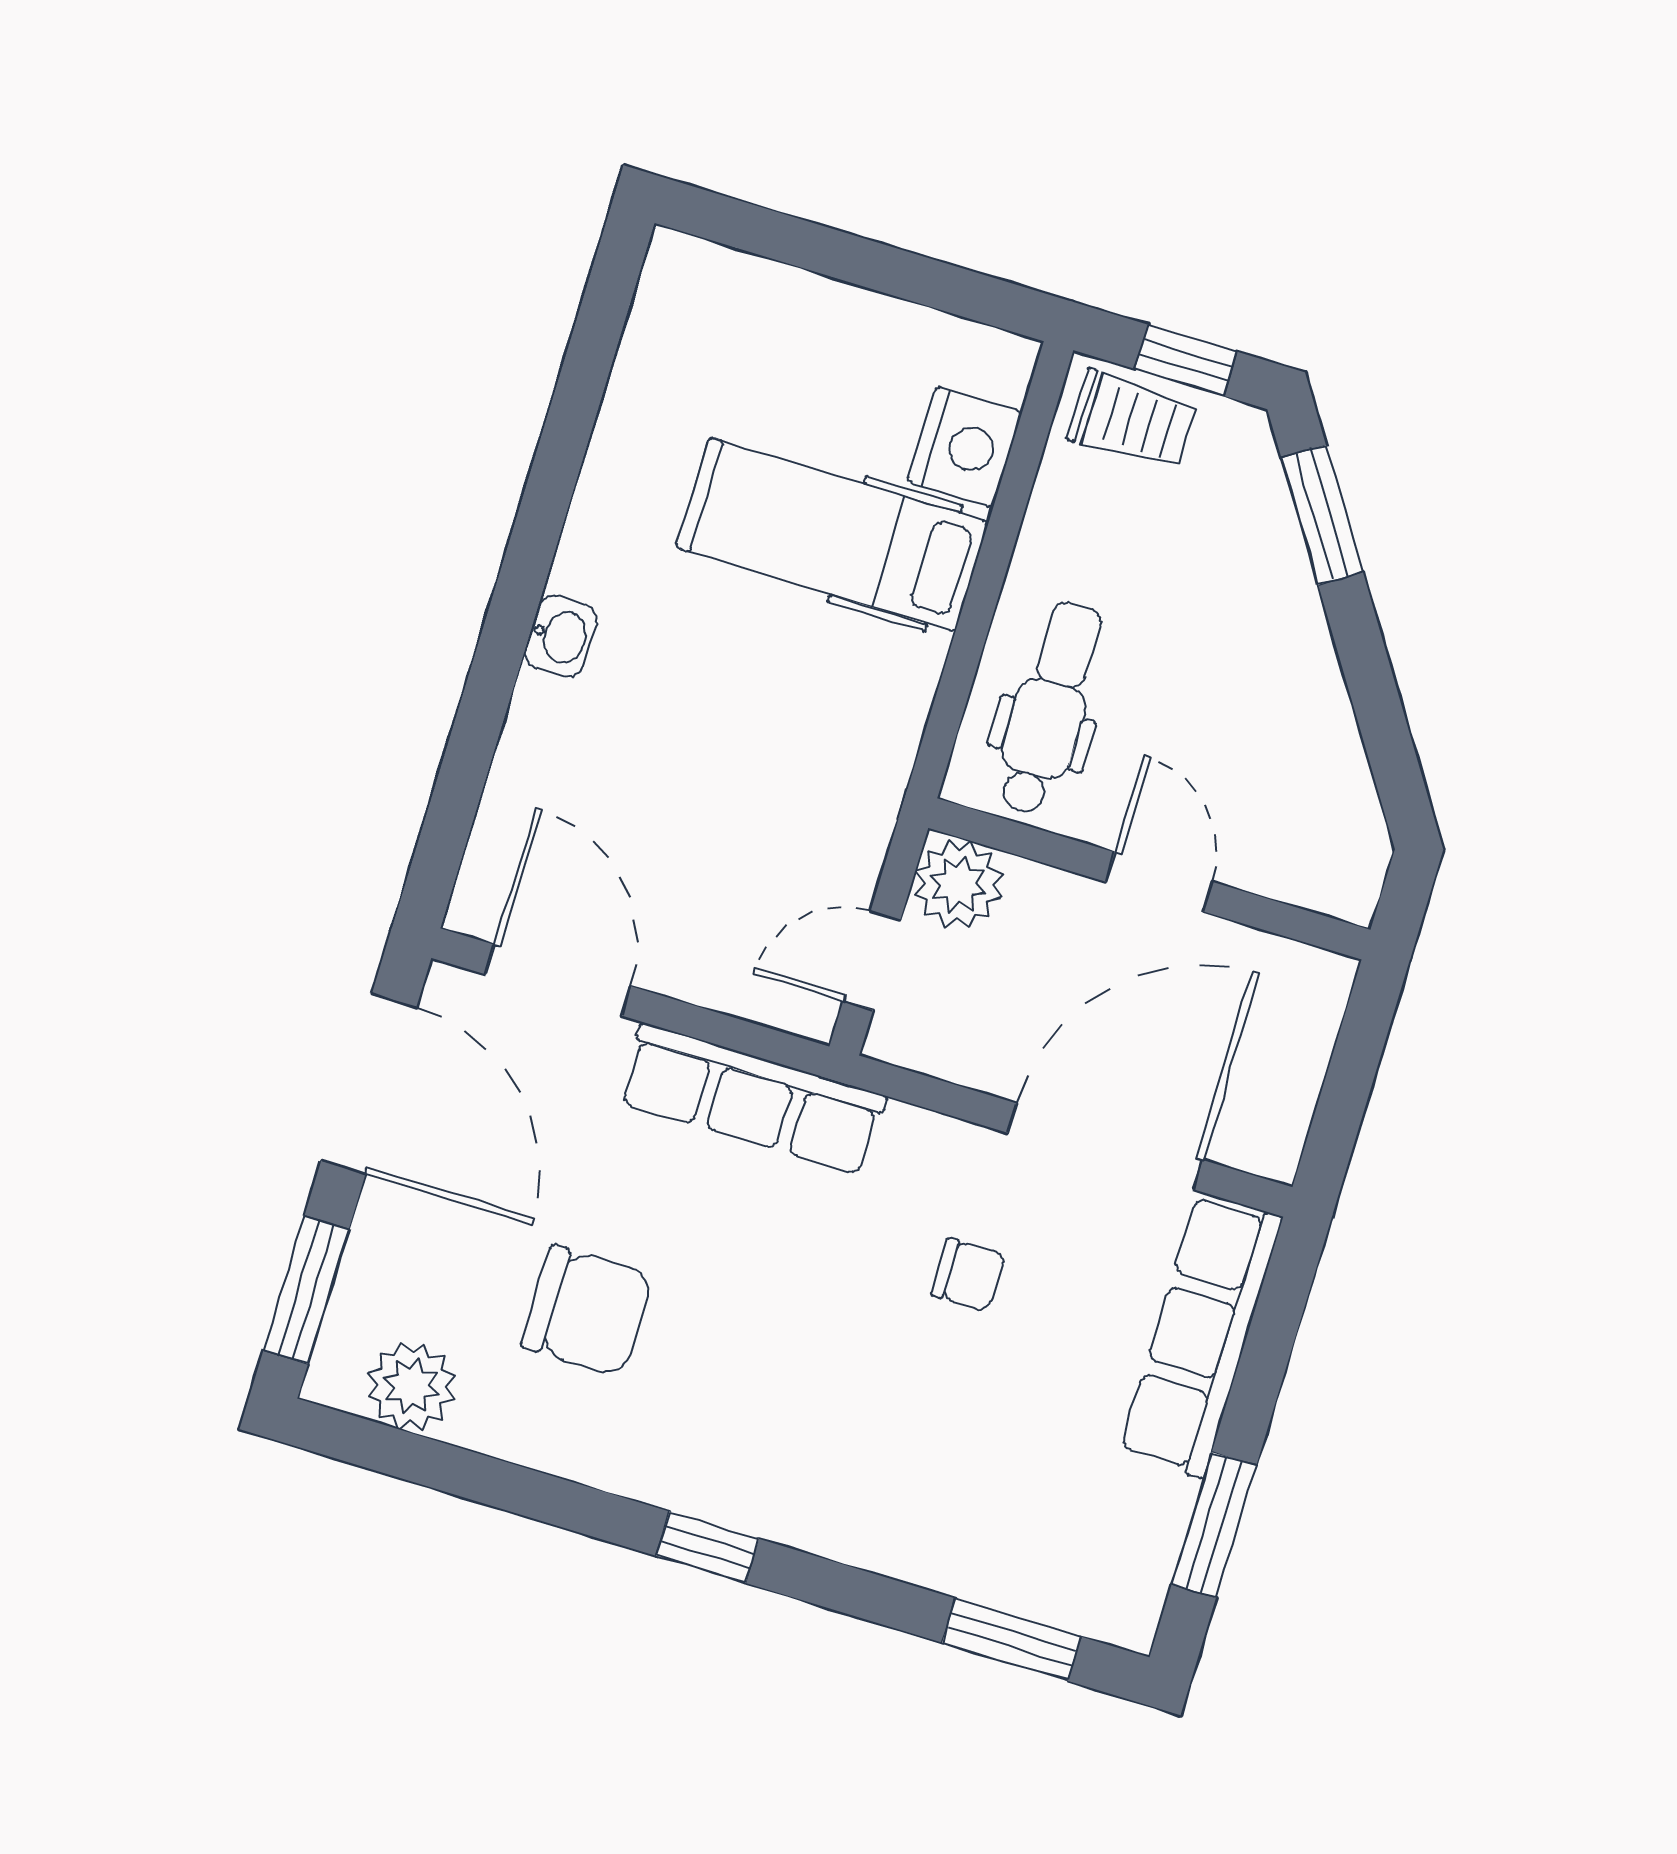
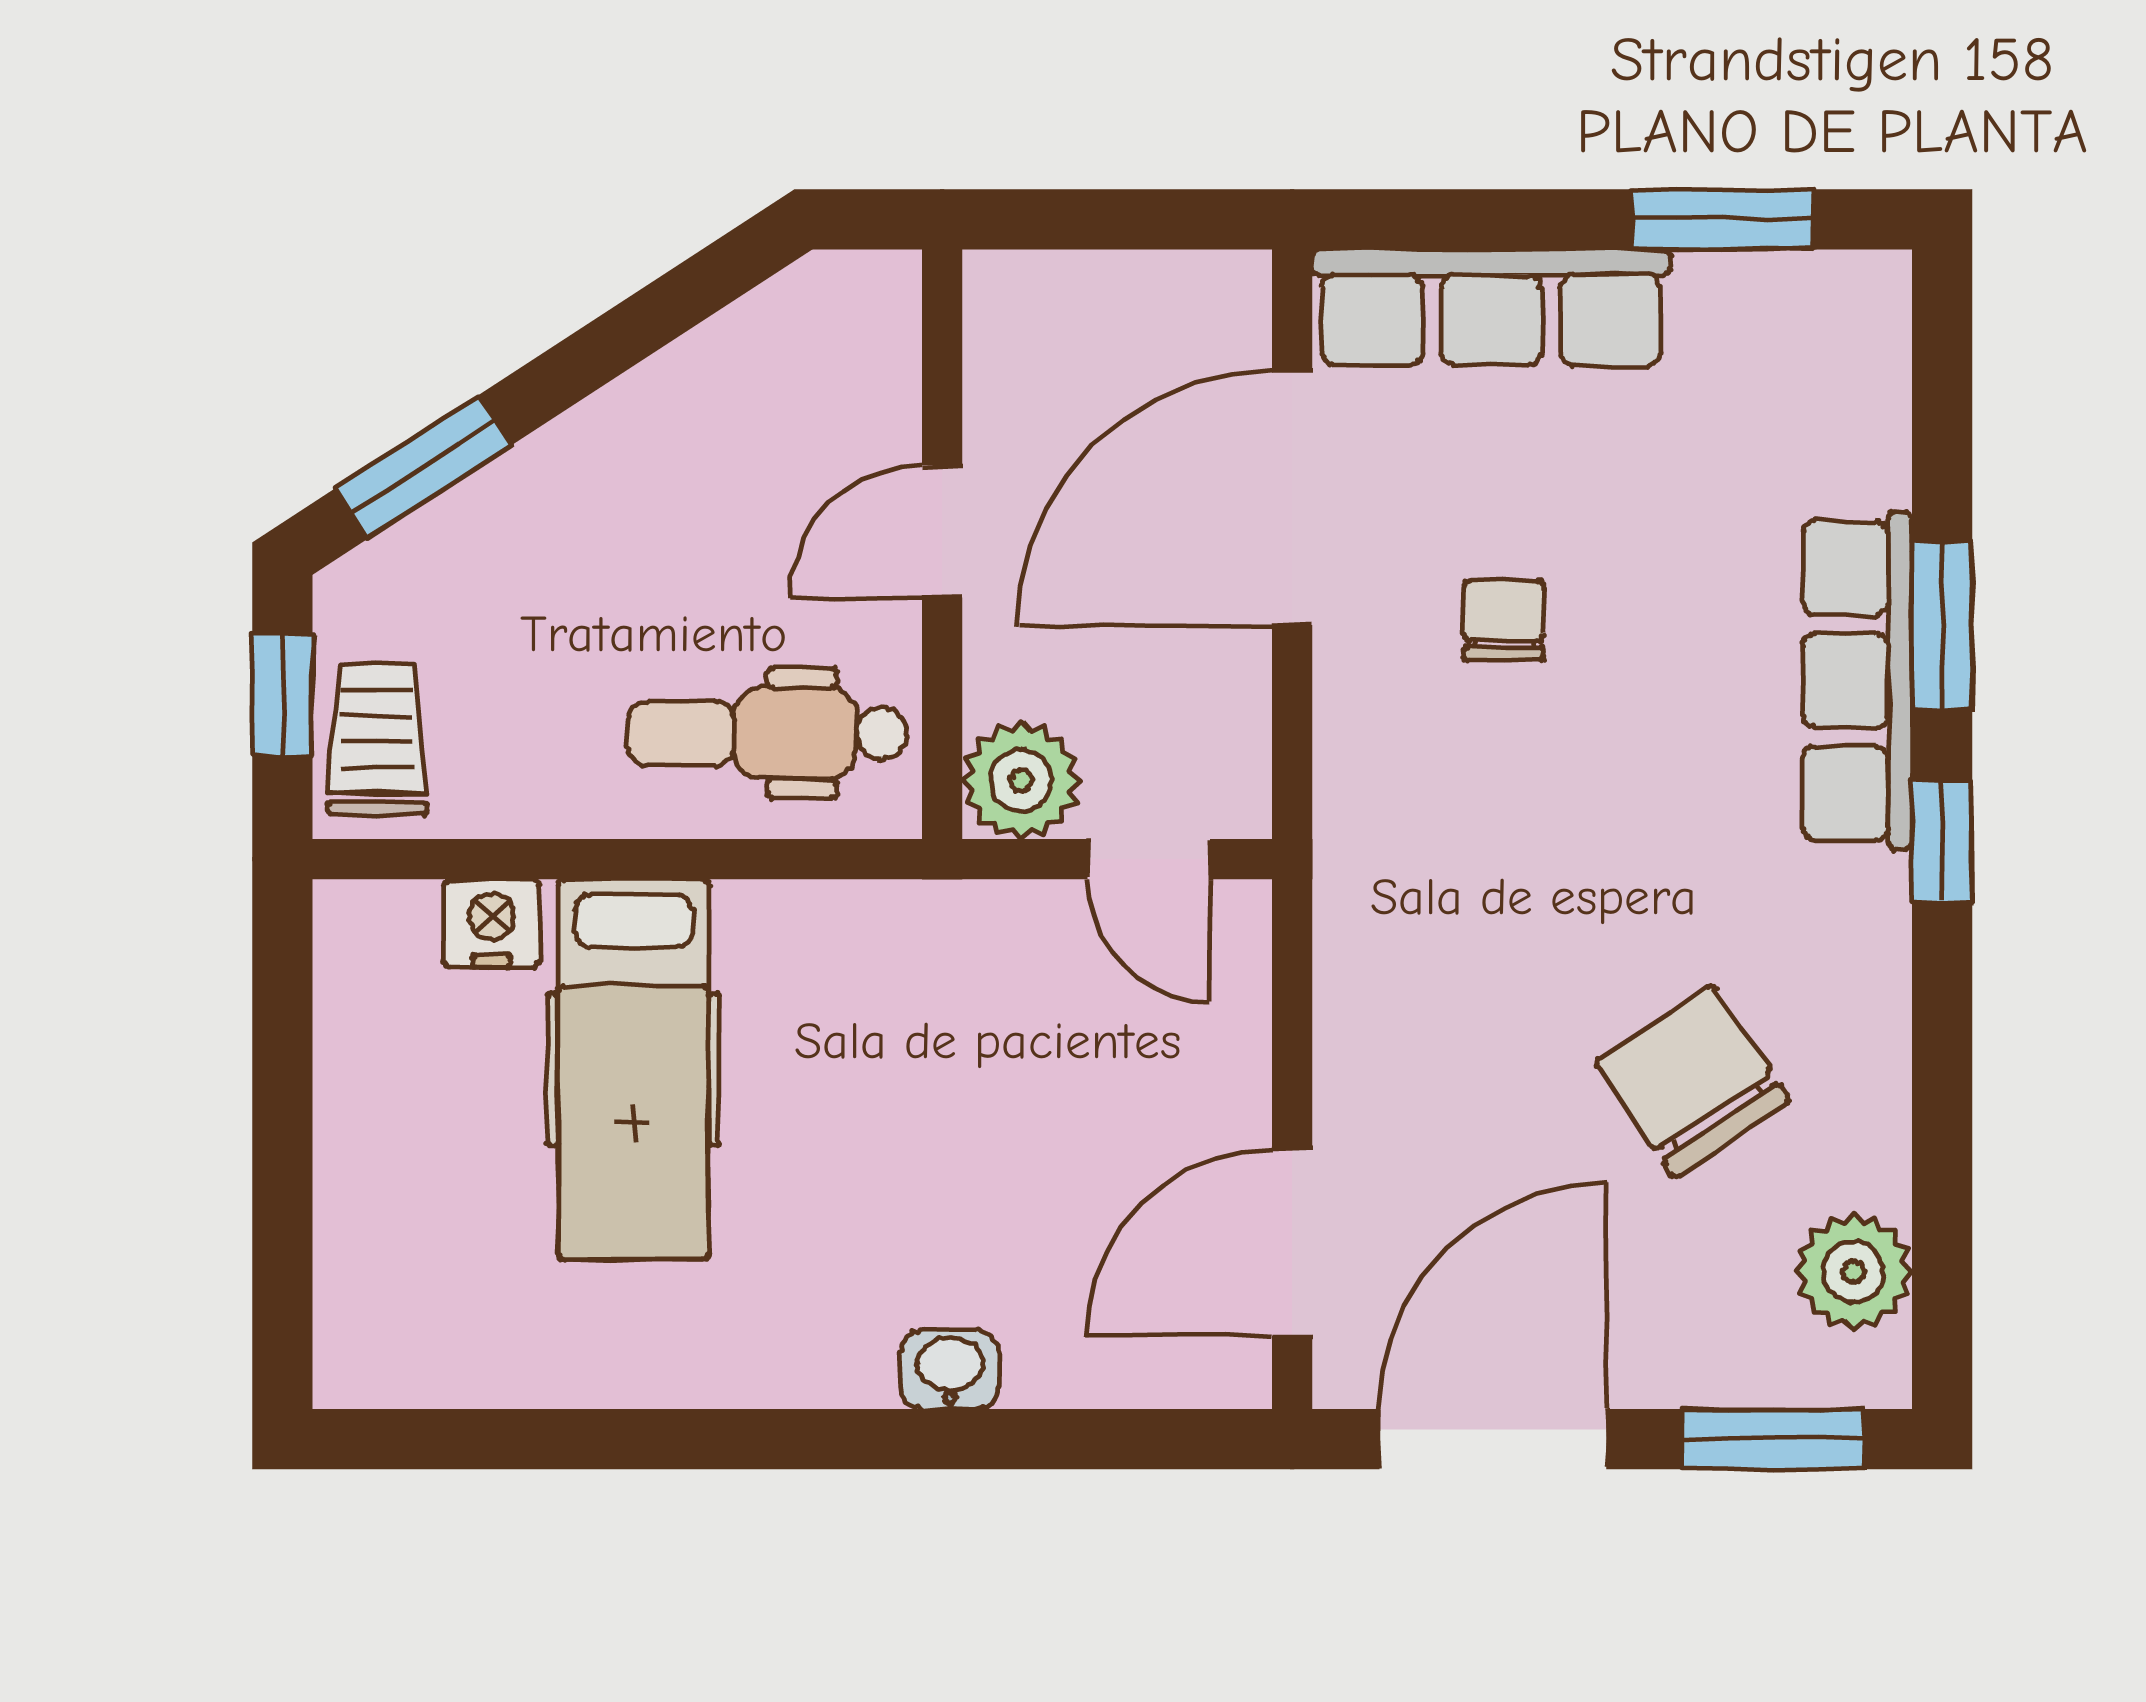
nightstand: (965, 447) -> (491, 923), width x0.74, depth x0.75
washbasin: (561, 636) -> (950, 1369), moved
row of seats: (752, 1099) -> (1858, 681), moved, turned 180
door: (1105, 1146) -> (1292, 498), hinge flipped
chair: (587, 1311) -> (1693, 1081), turned -34
window: (1011, 1640) -> (1942, 625), moved

